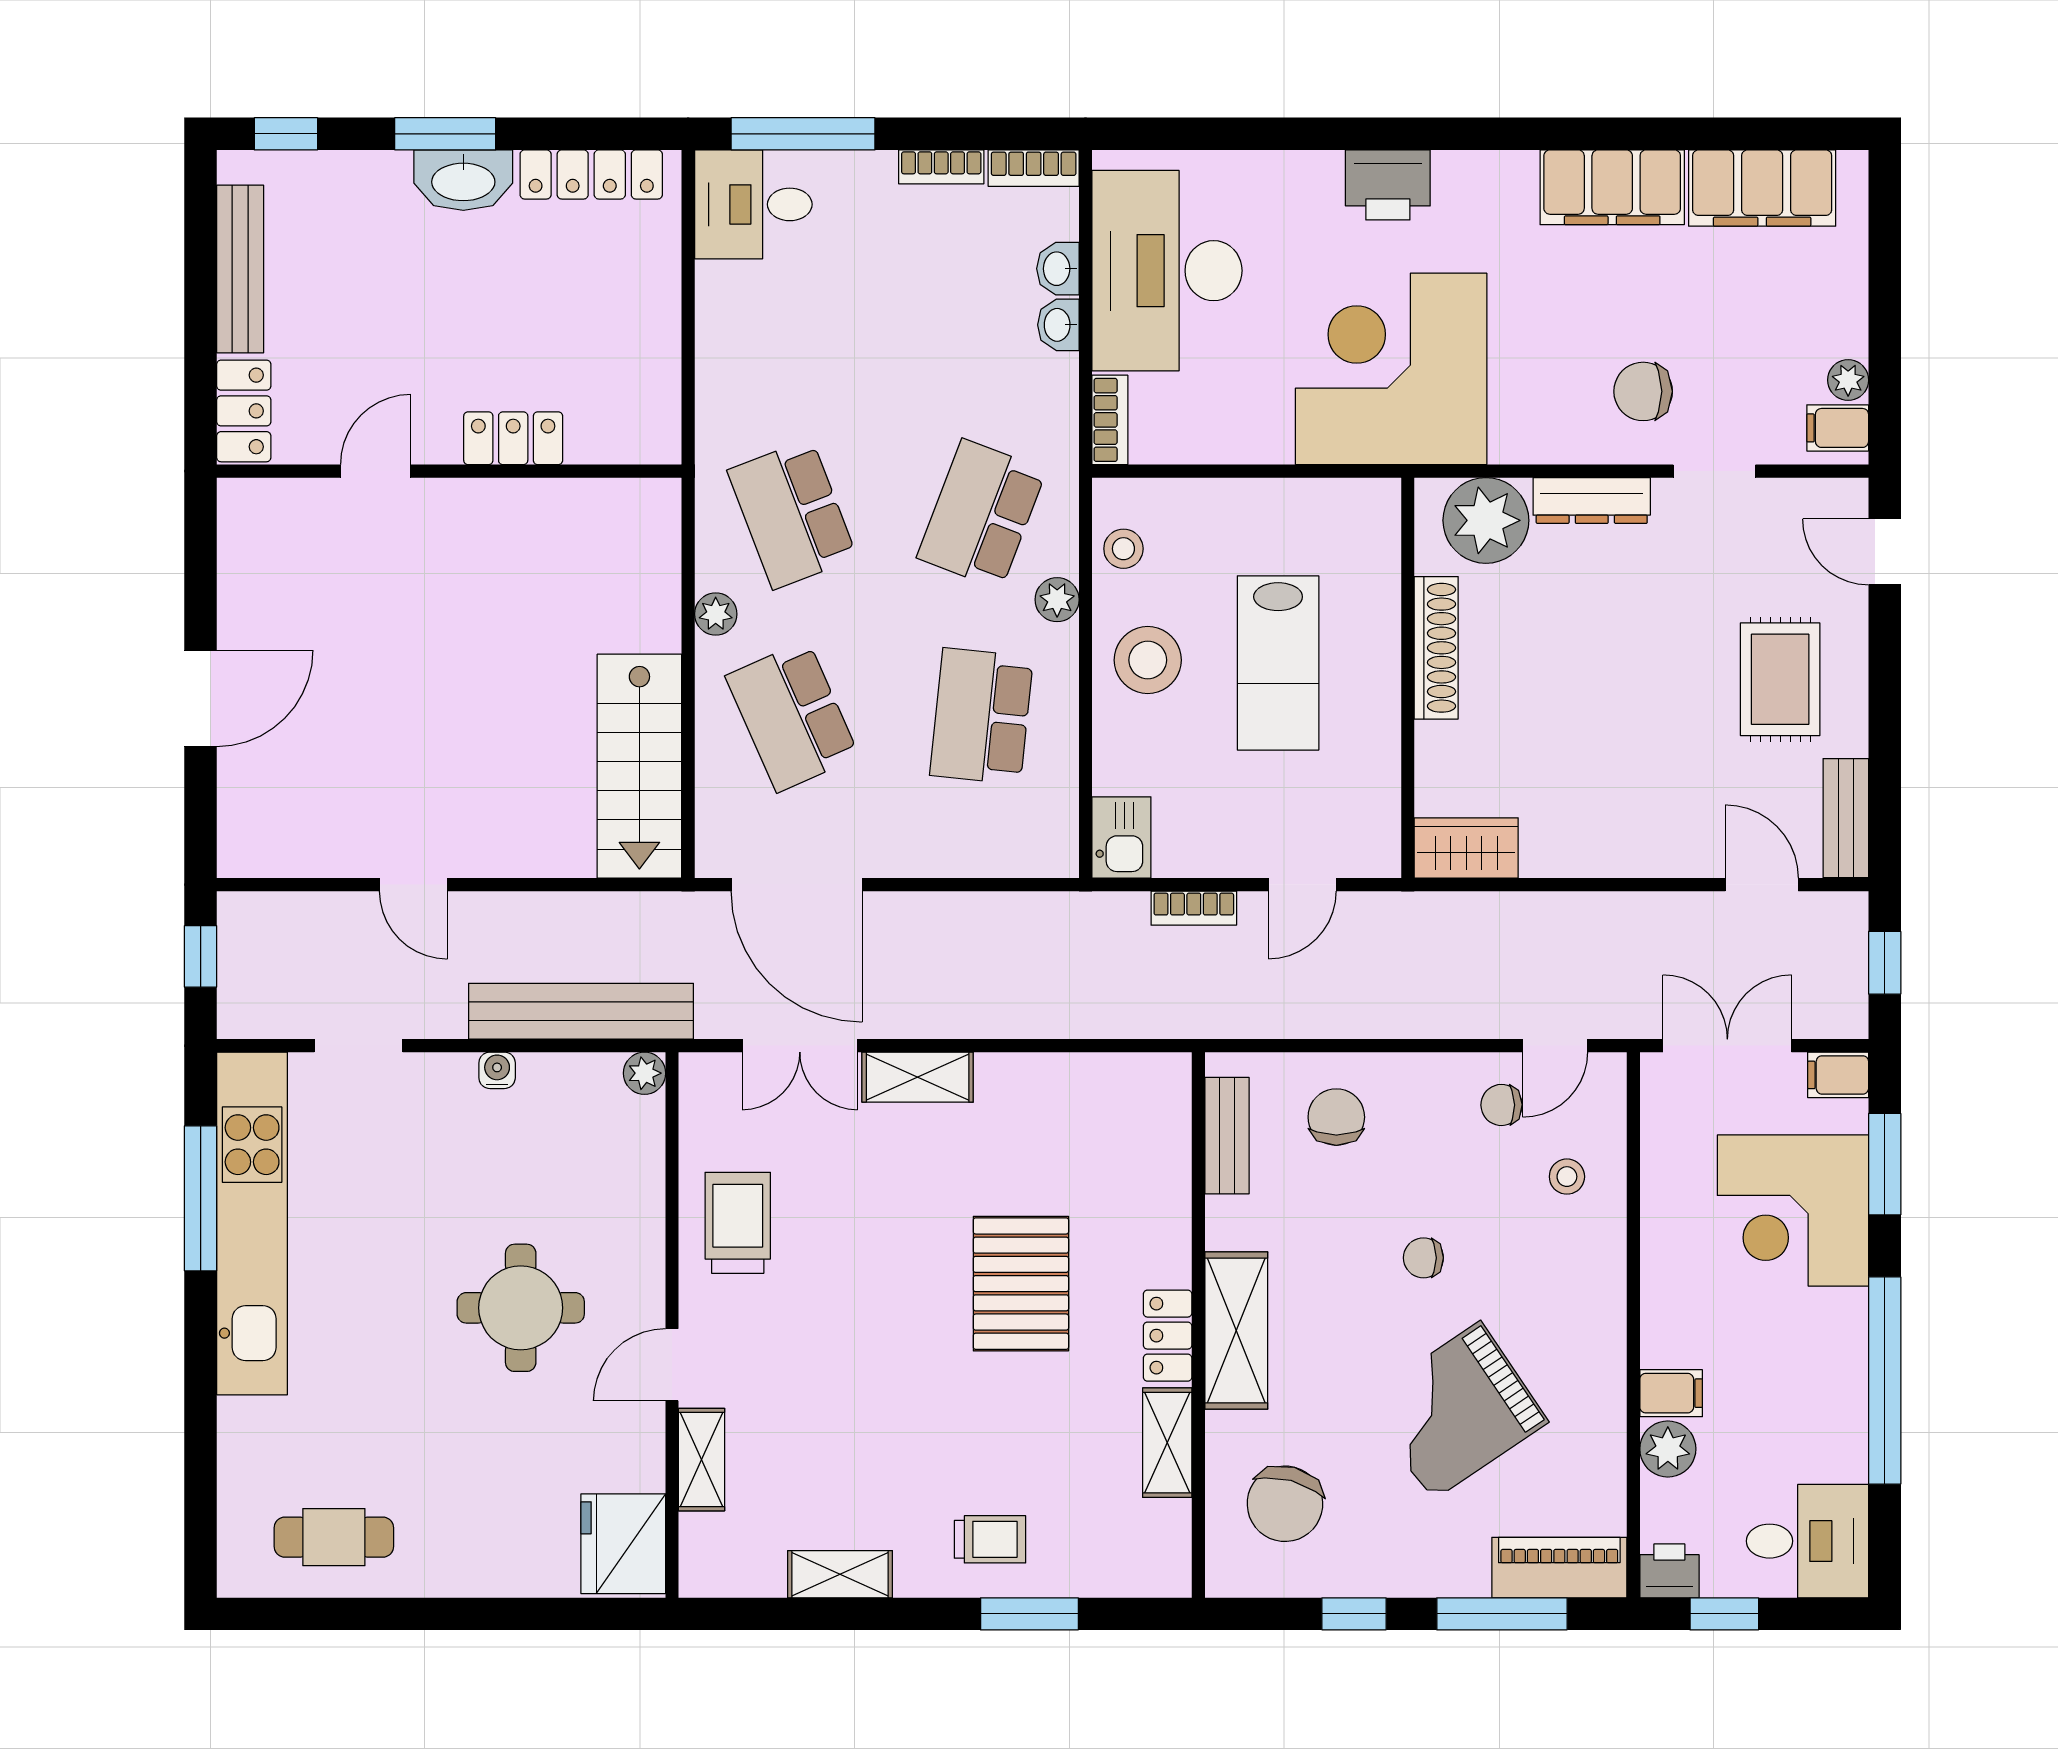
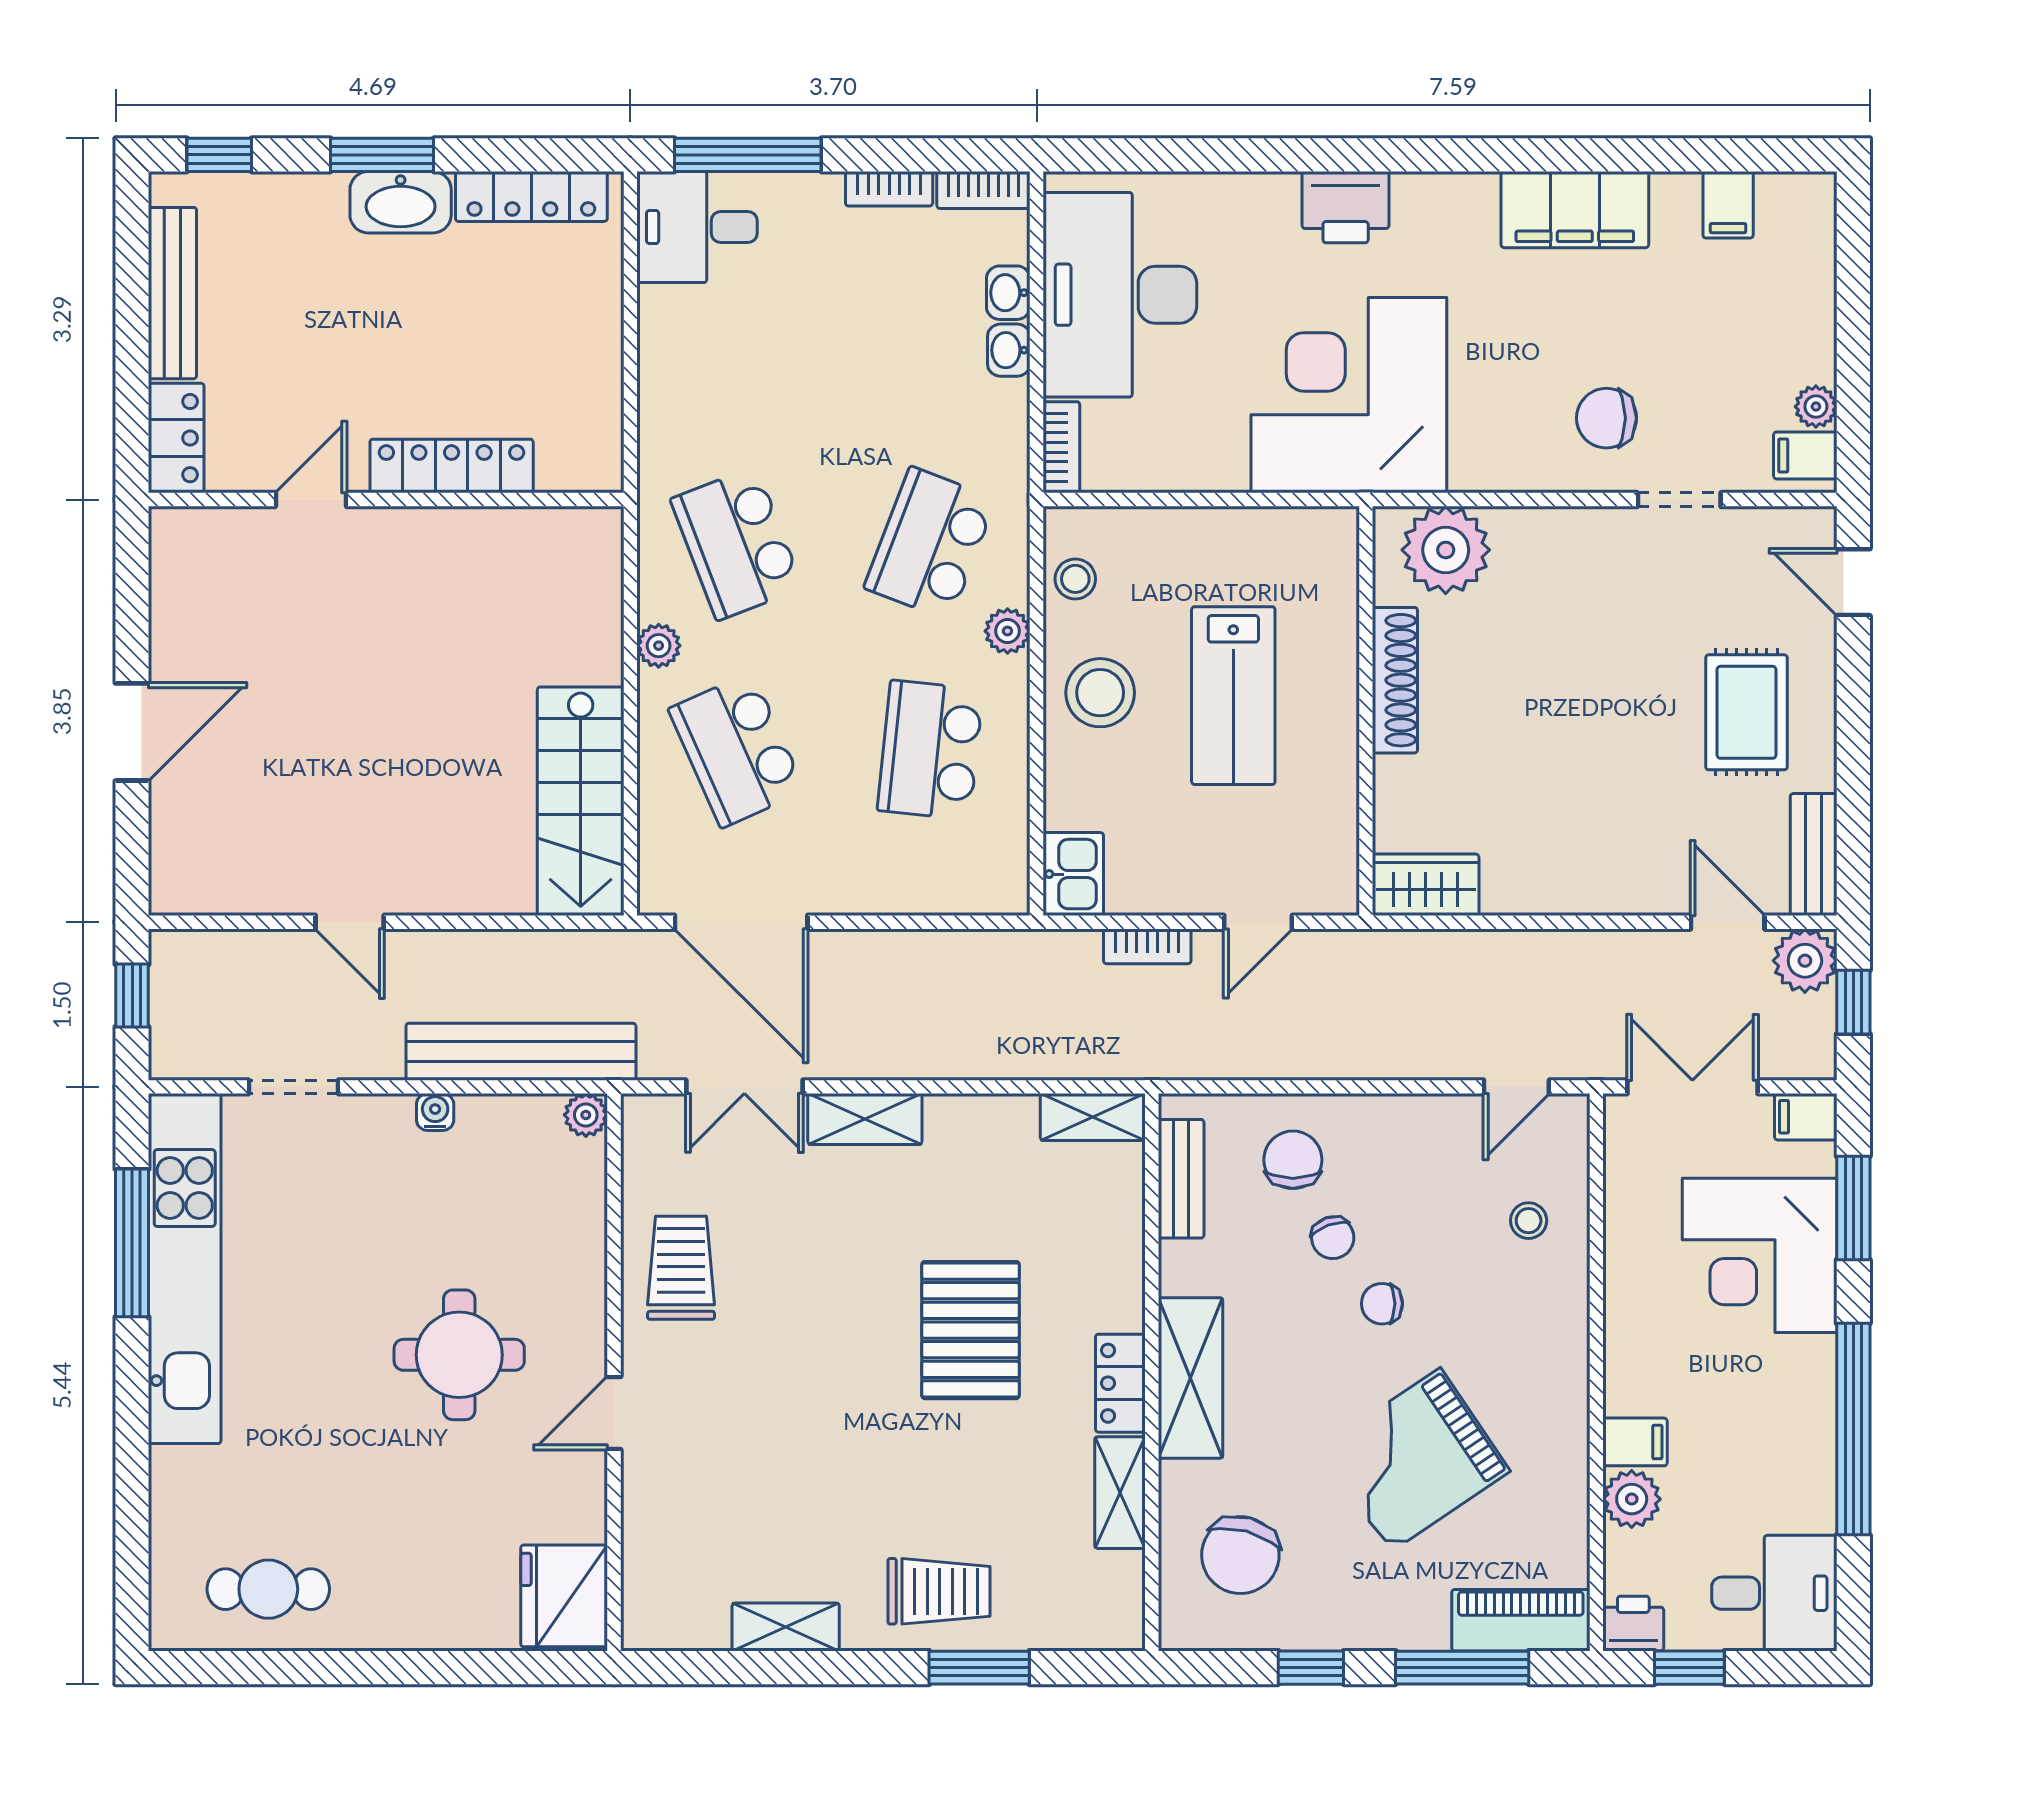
filing cabinet: (1762, 188) -> (1728, 205), width x0.33, depth x0.86
locker: (513, 438) -> (452, 466), width x1.53
dresser: (1592, 500) -> (1554, 530), removed
plant: (1837, 922) -> (1805, 961), added
chair: (1502, 1105) -> (1333, 1238), moved, turned -109
shelving: (702, 1460) -> (1093, 1117), moved, turned 90
trolley: (990, 1539) -> (939, 1591), width x1.36, depth x1.39

